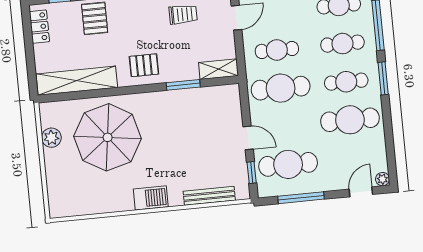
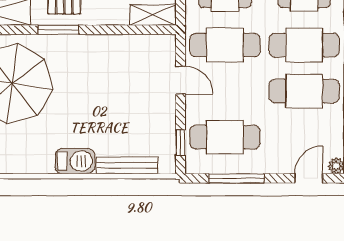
cafe table: (346, 82) -> (304, 45), width x1.37, depth x1.35
window: (183, 85) -> (58, 30), moved
door: (248, 138) -> (180, 80), moved
barbecue: (151, 198) -> (75, 161), moved

